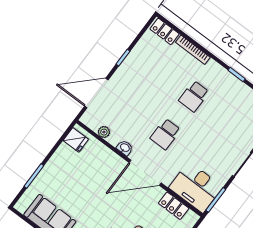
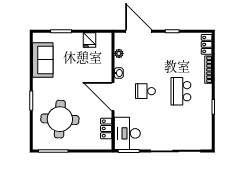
school desk: (194, 96) -> (181, 91), width x1.85
fridge: (76, 140) -> (89, 40), moved

